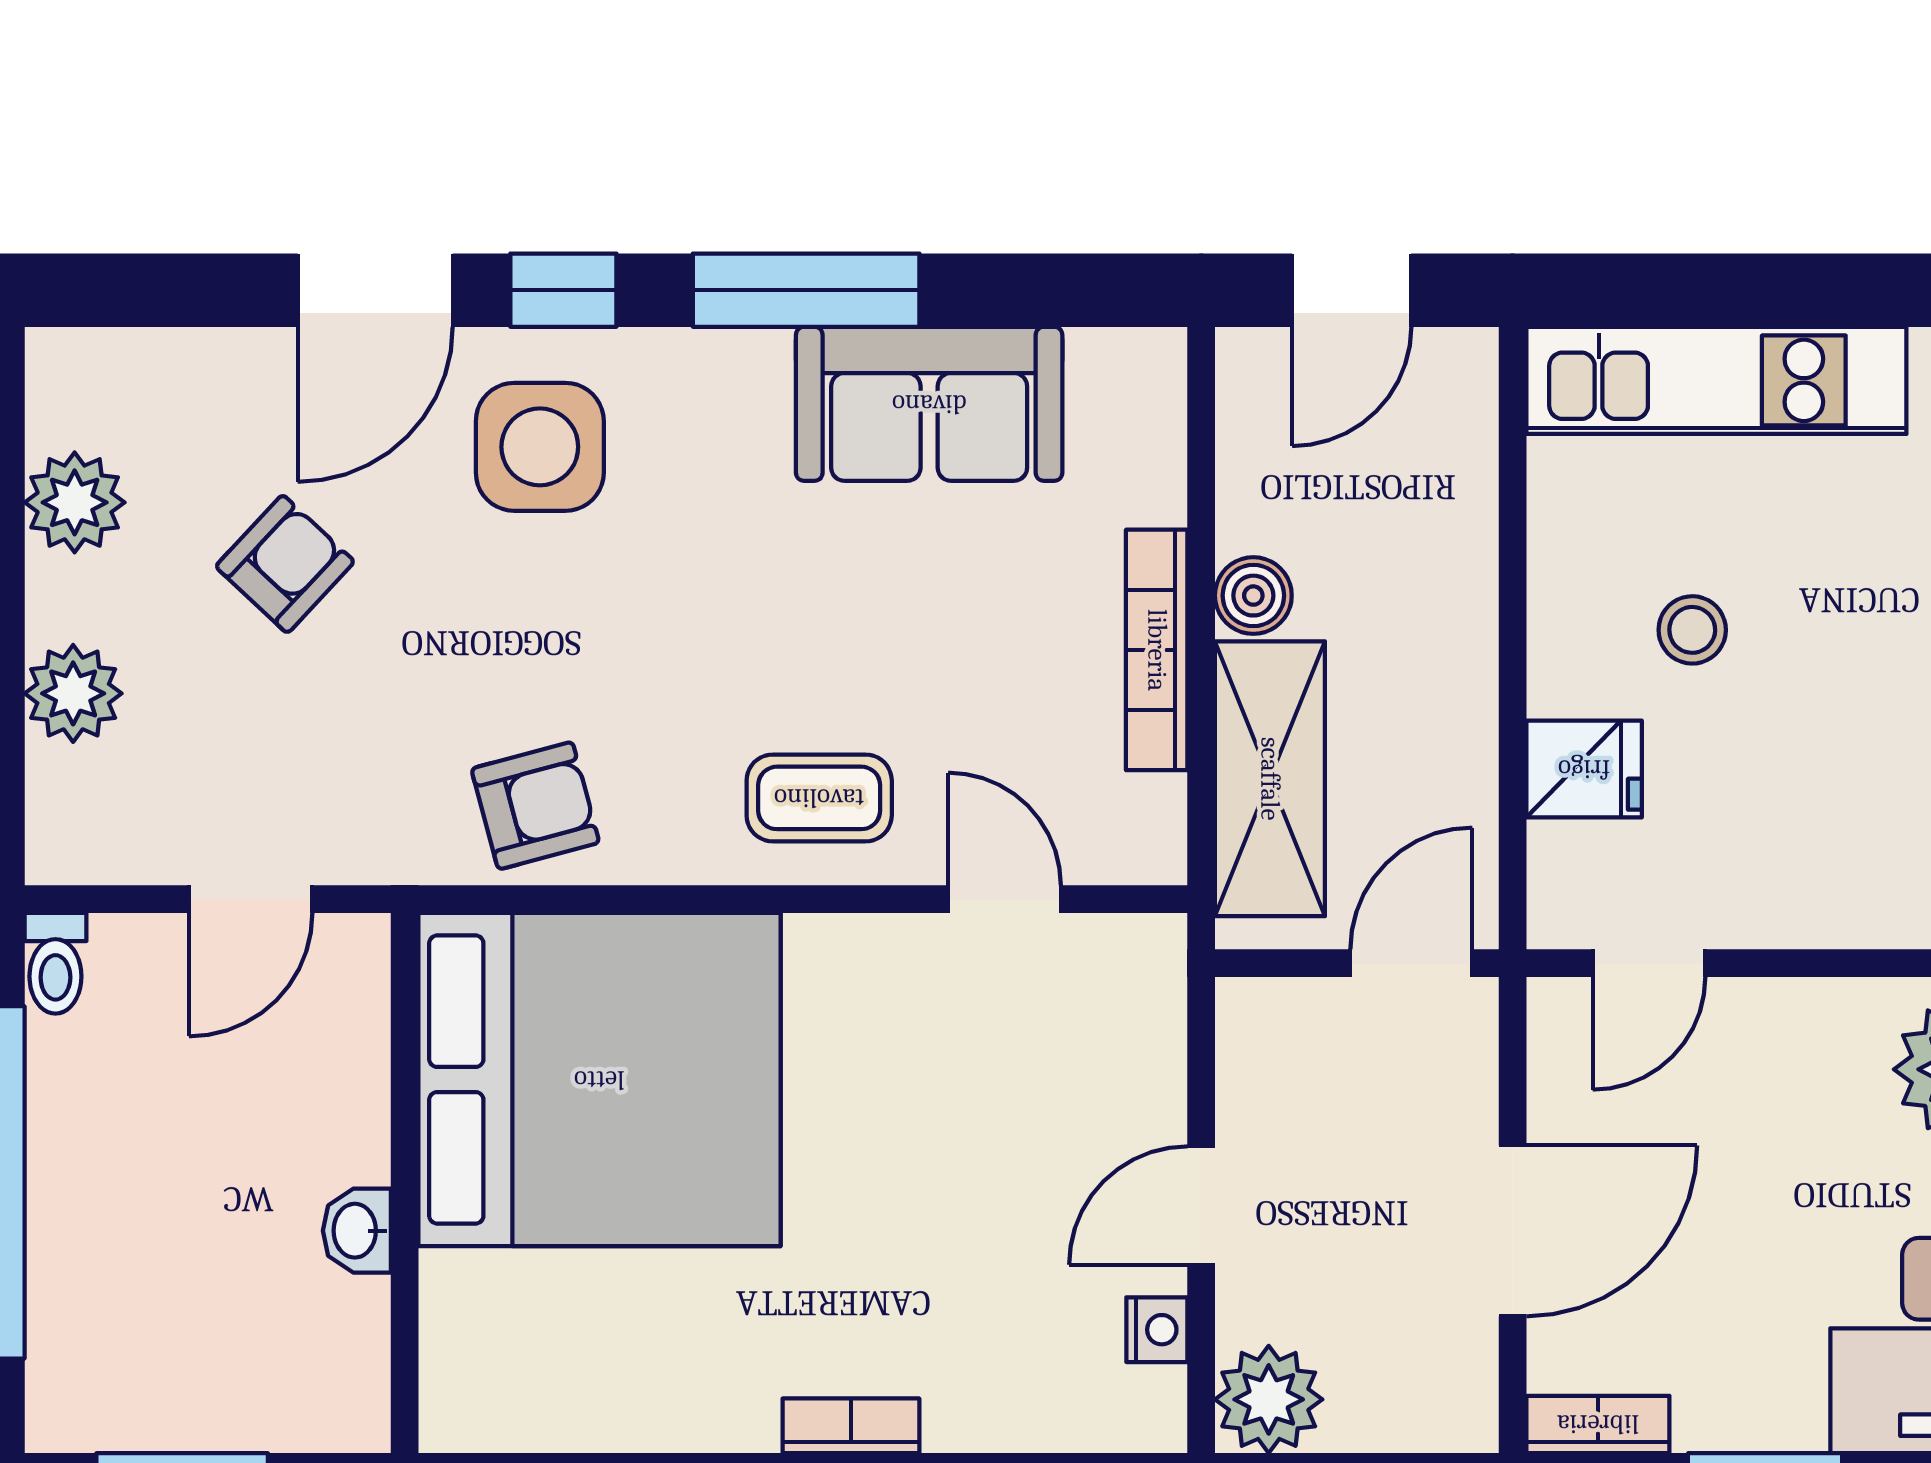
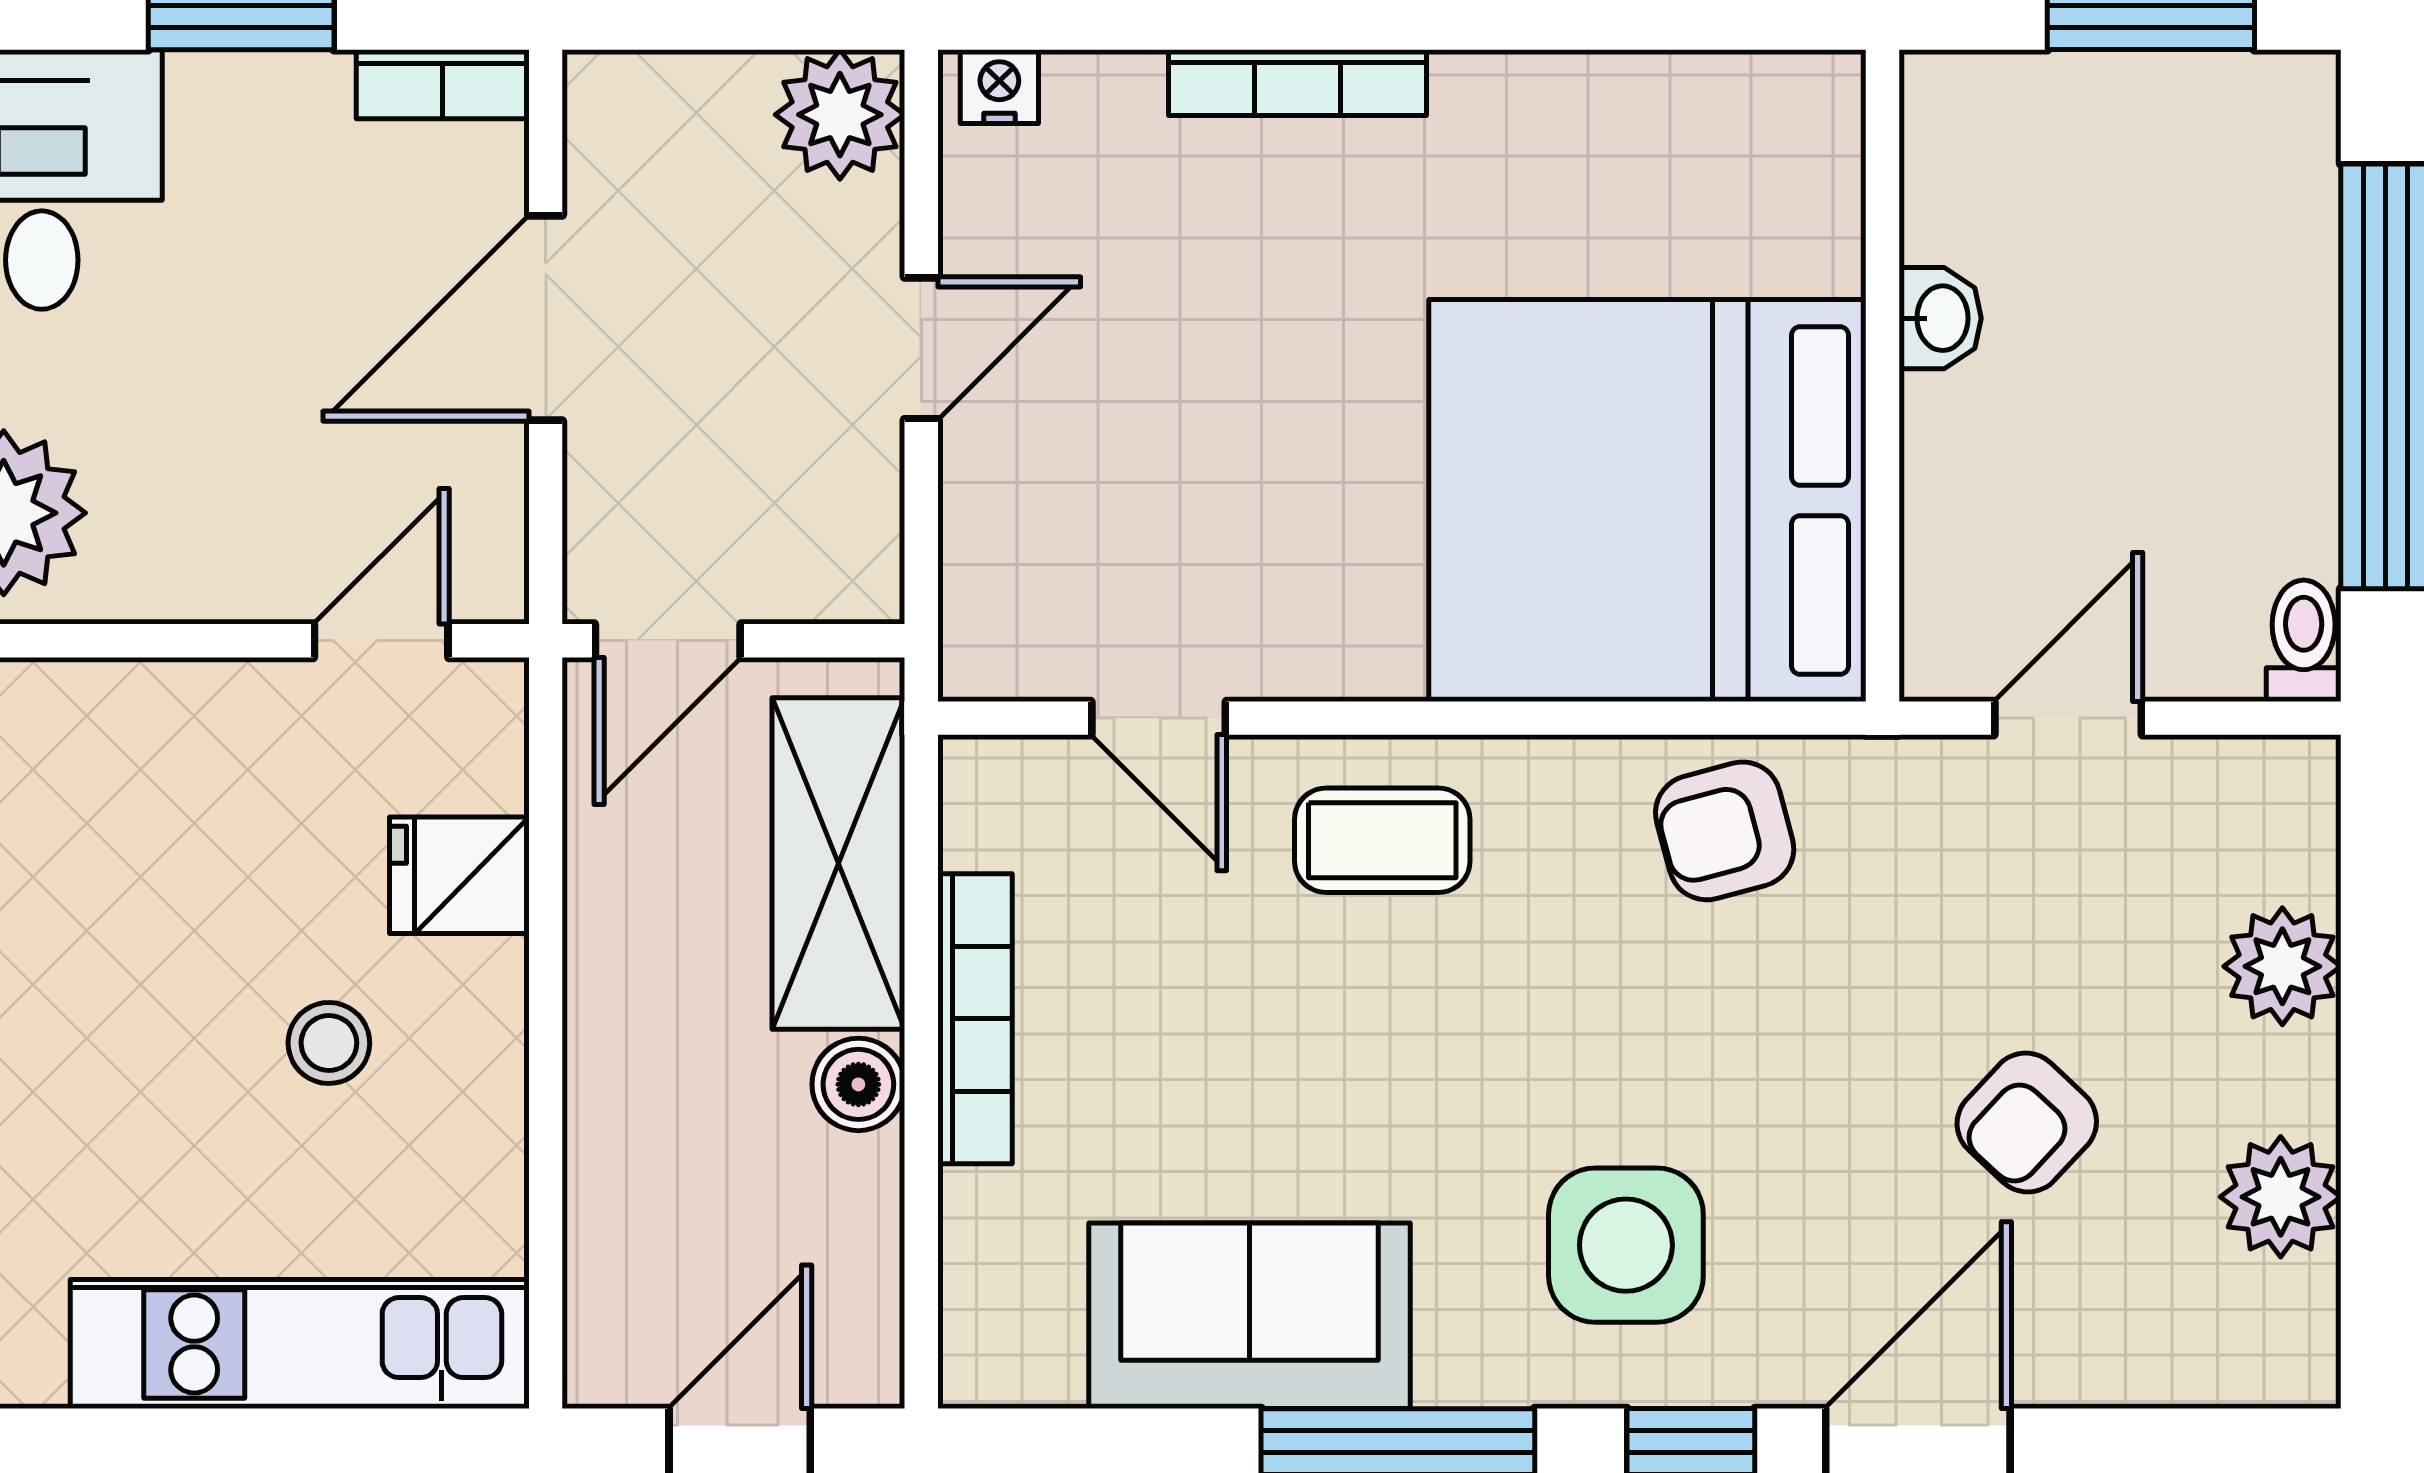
side table: (540, 447) -> (1626, 1245), moved
nightstand: (1157, 1330) -> (999, 87), moved, turned 90
bookcase: (851, 1426) -> (1297, 83), width x1.56

